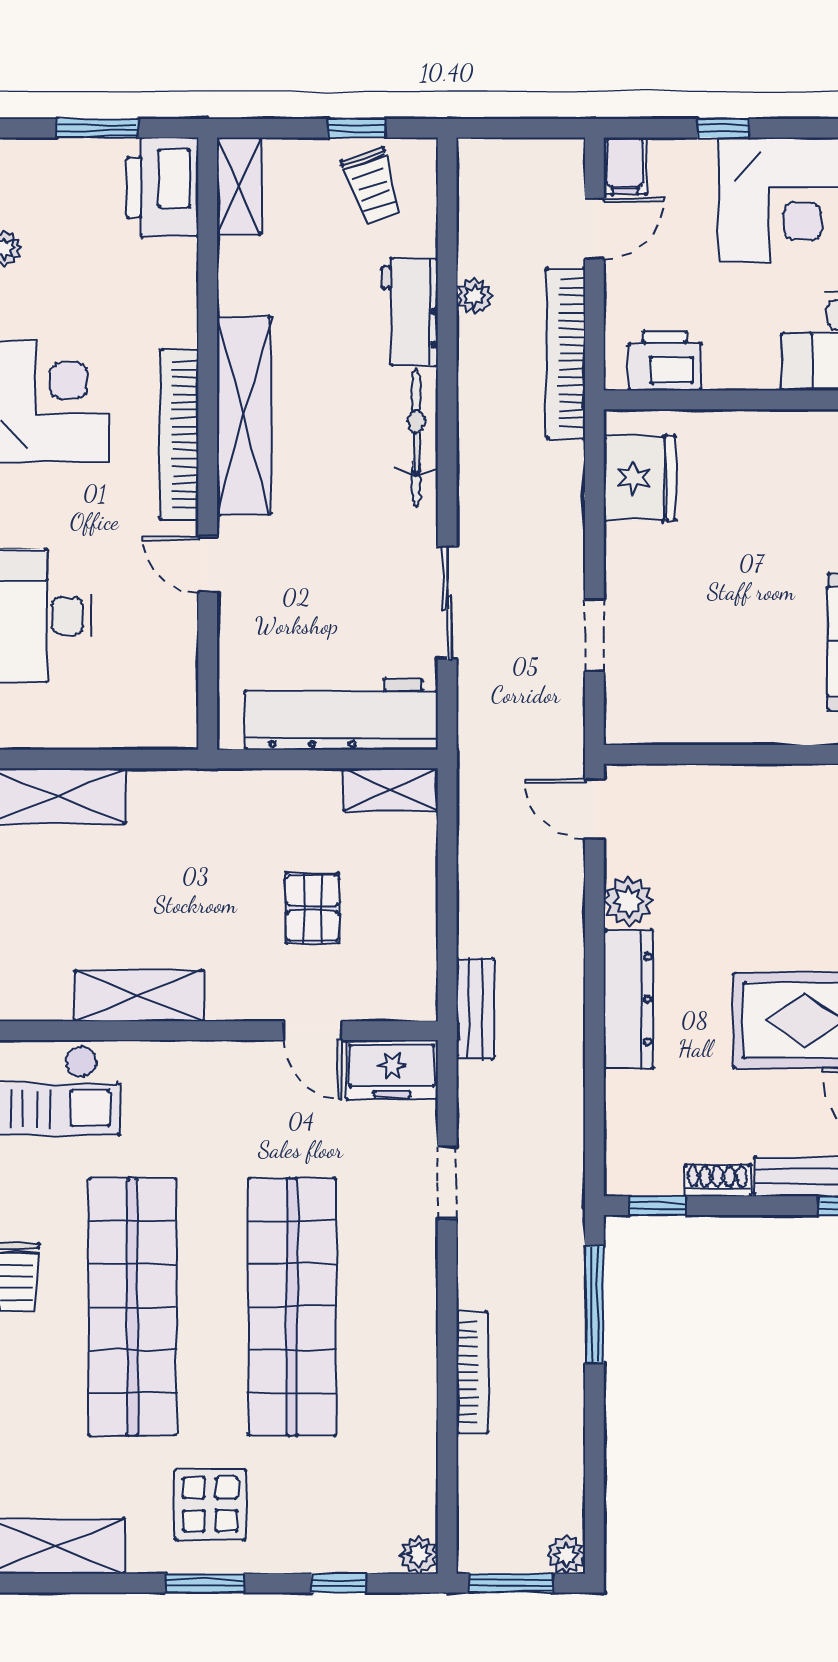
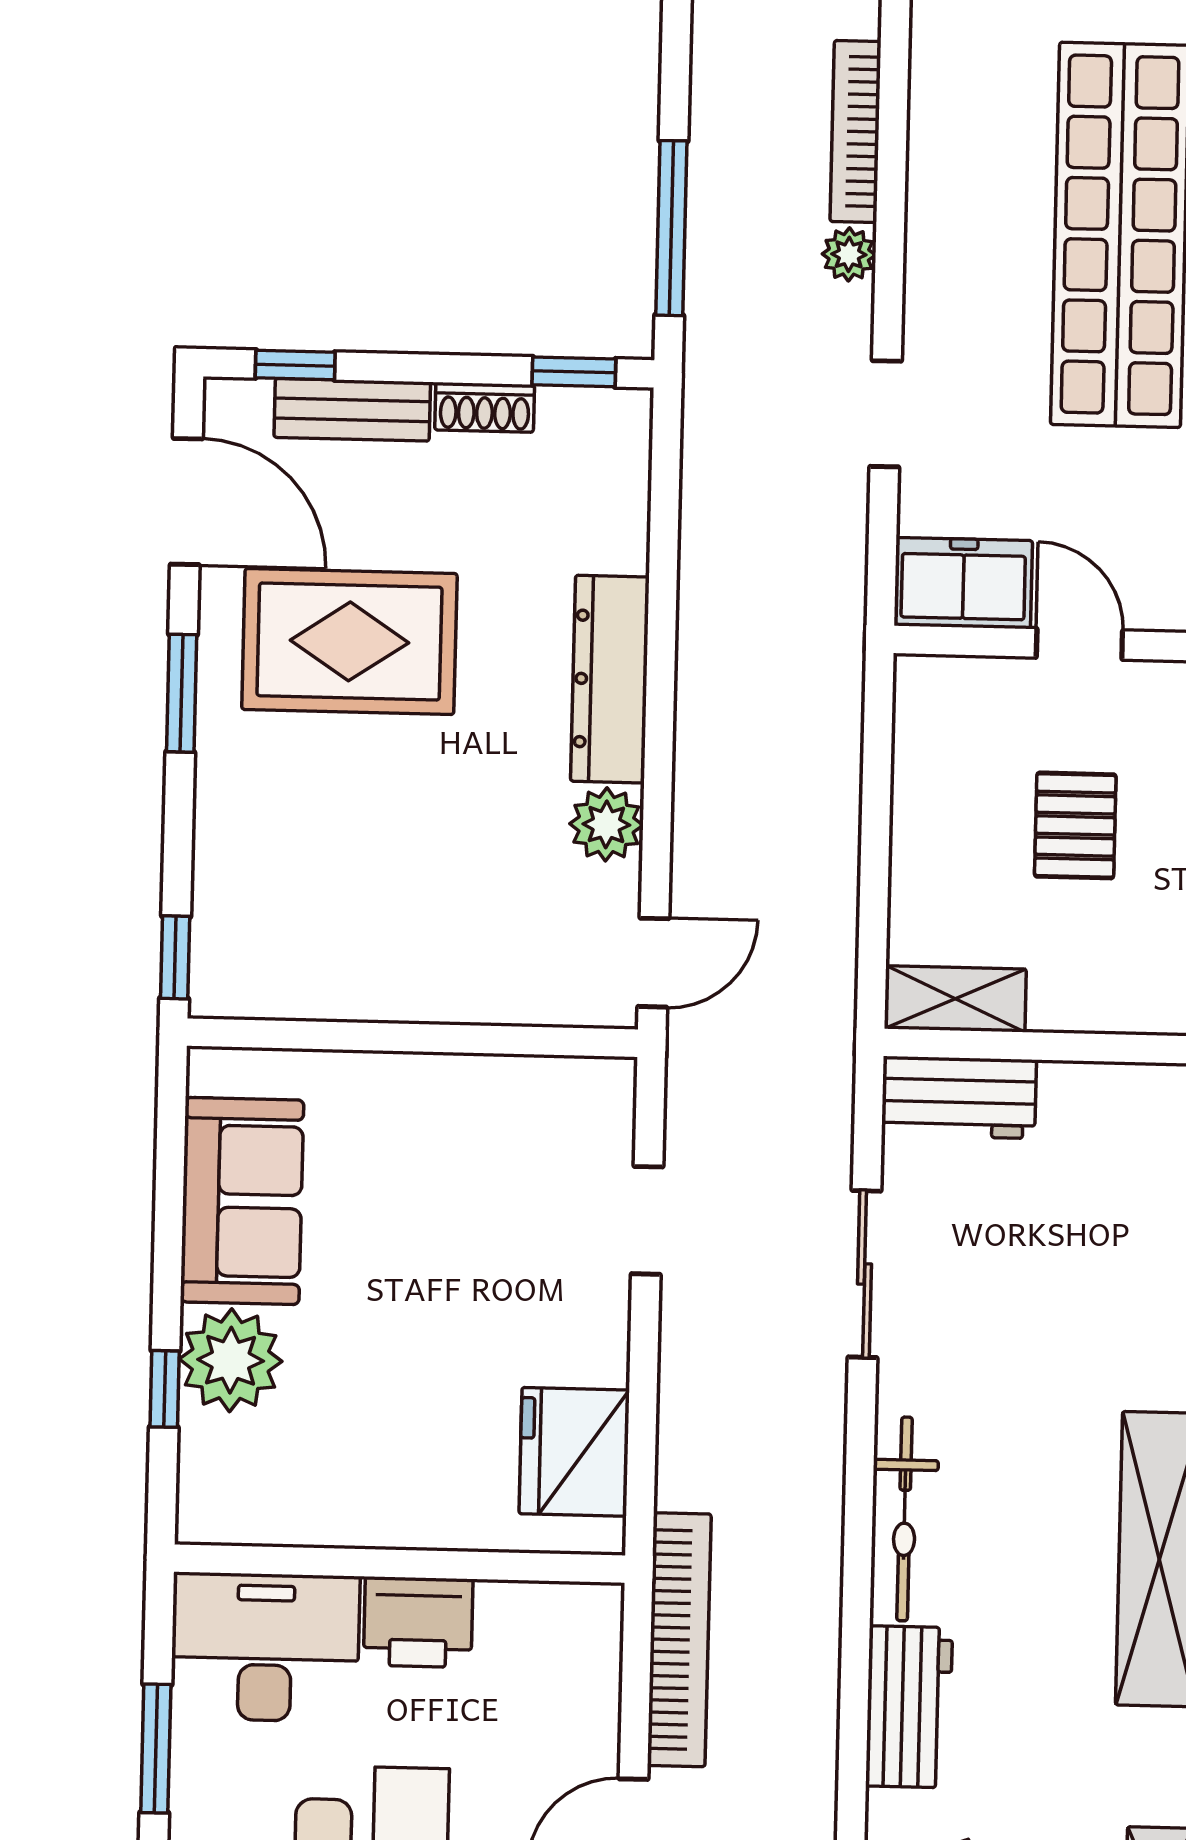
plant: (474, 296) -> (849, 254), moved
printer: (665, 361) -> (418, 1622), moved
workbench: (341, 715) -> (959, 1097), width x0.53, depth x0.76
door: (594, 809) -> (653, 963), hinge flipped
bench: (475, 1009) -> (837, 671), removed

